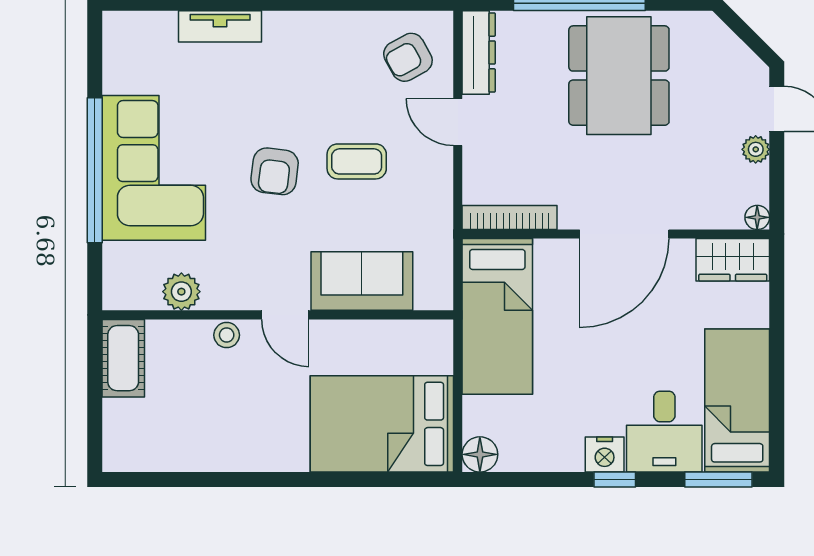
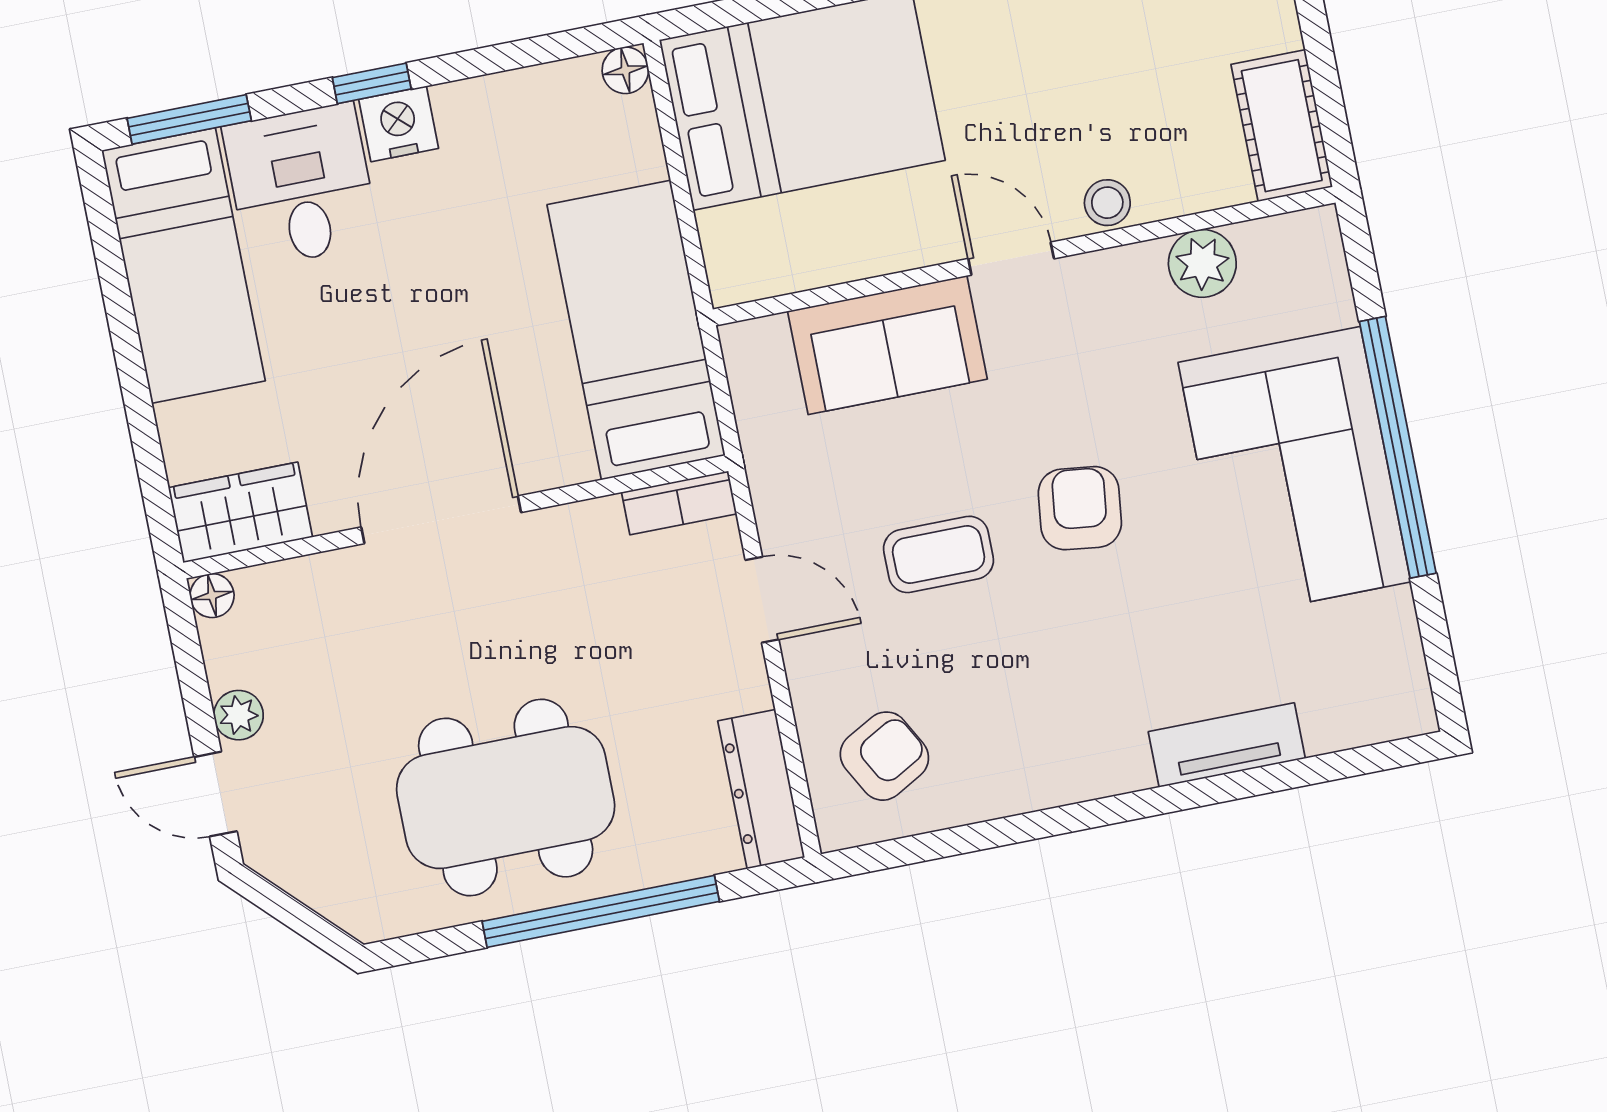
dining table: (619, 76) -> (506, 798), turned 90
door: (458, 122) -> (762, 600), moved
bookcase: (510, 217) -> (679, 503), width x0.64
floor lamp: (480, 454) -> (625, 70), width x0.73, depth x0.73

